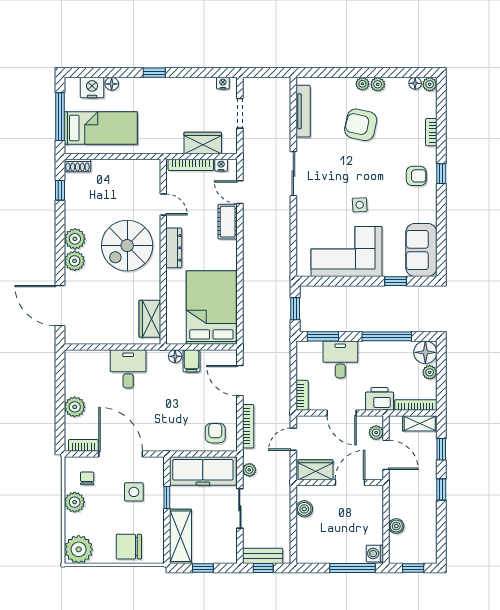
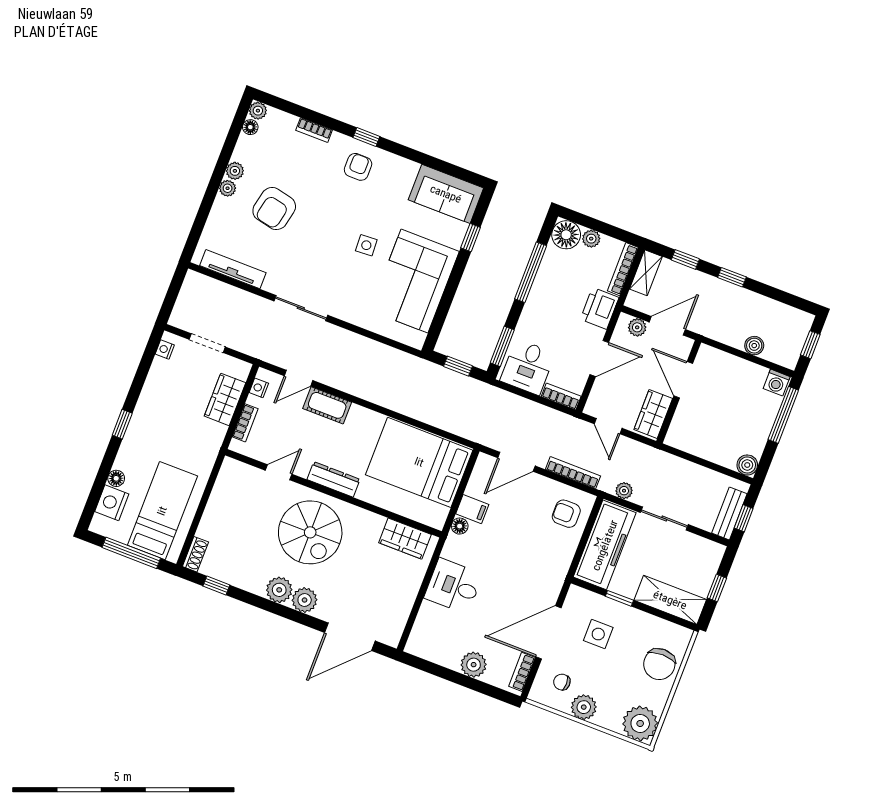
bookcase: (191, 165) -> (245, 423), width x0.64
desk: (340, 359) -> (528, 367), moved, turned -90
boiler: (304, 509) -> (747, 465), moved

